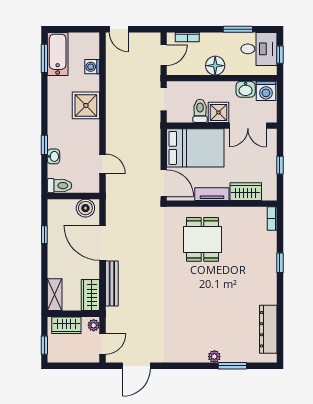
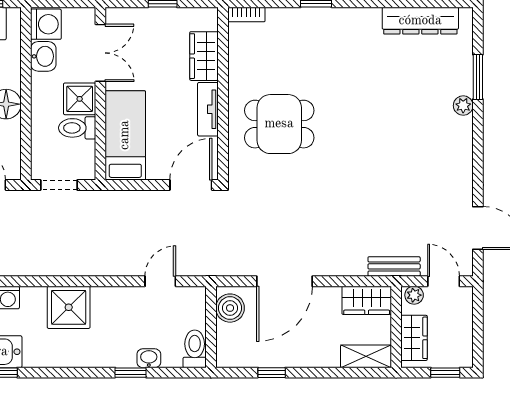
bed: (195, 148) -> (125, 135), width x0.67
bench: (112, 283) -> (394, 266), moved, width x0.73

